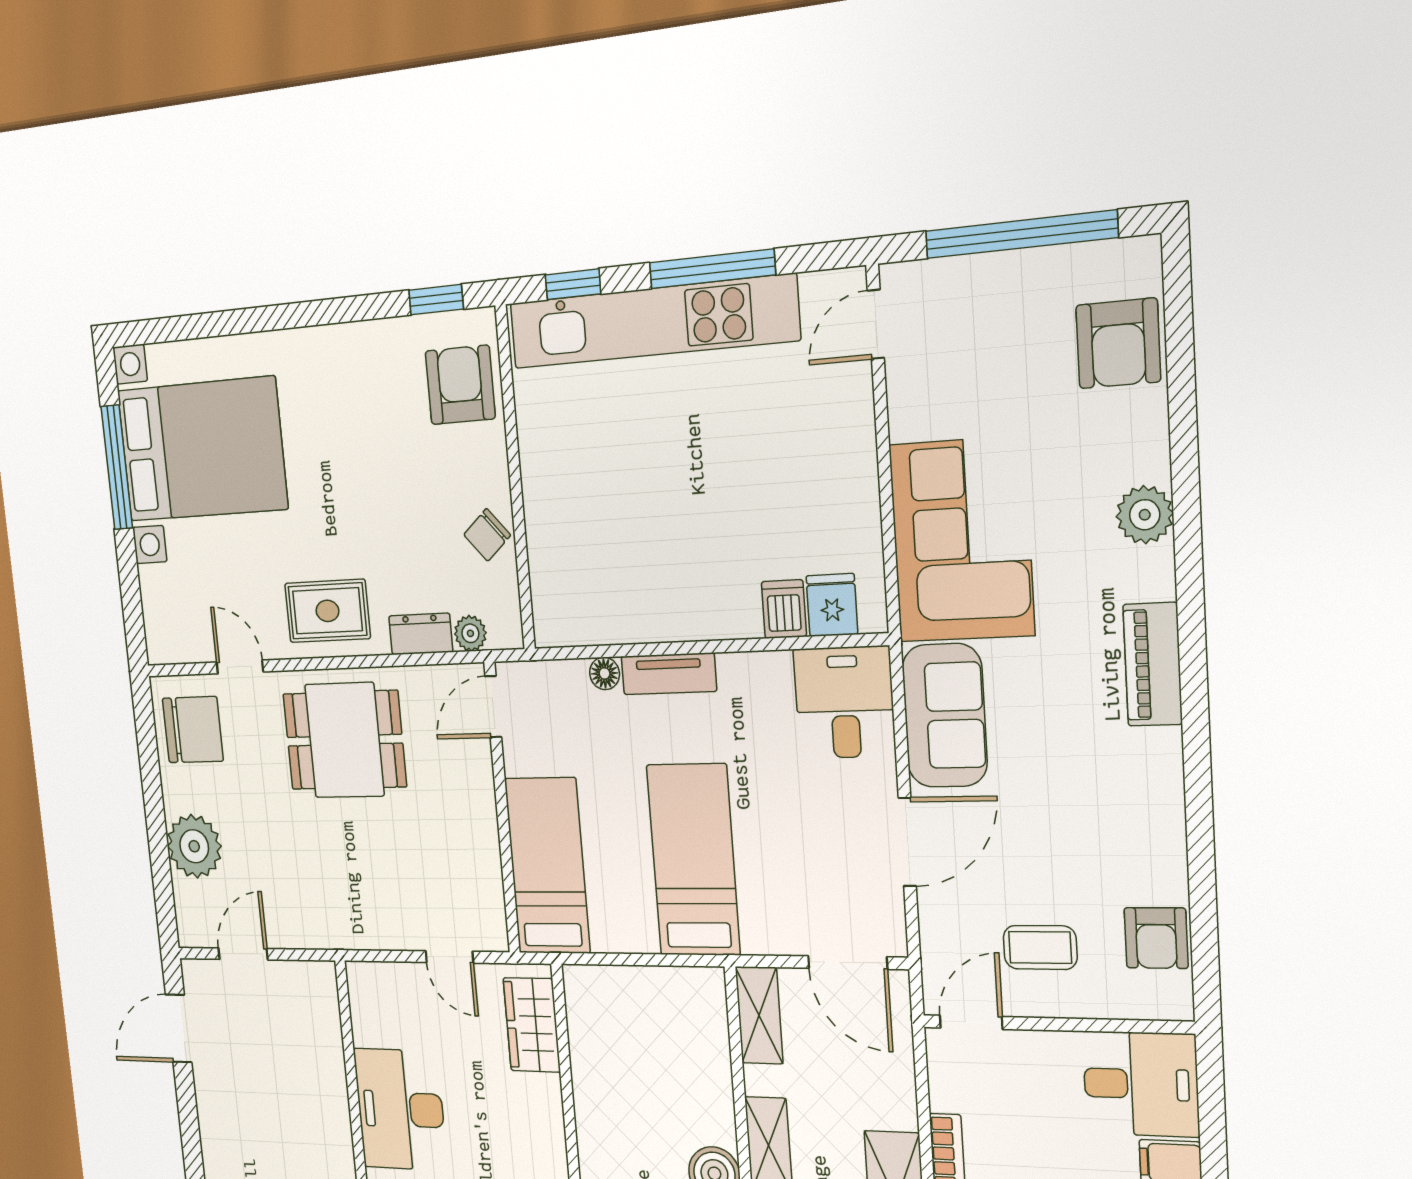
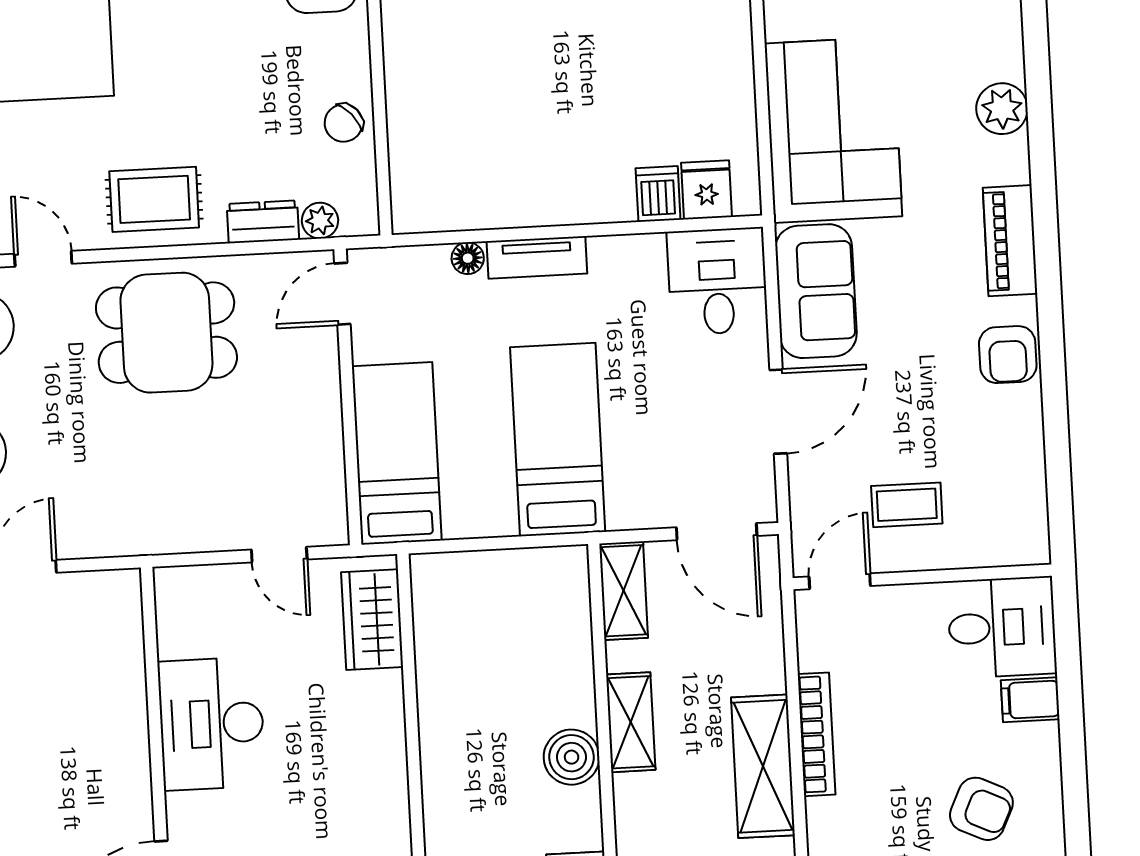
armchair: (1156, 938) -> (1008, 355), moved

